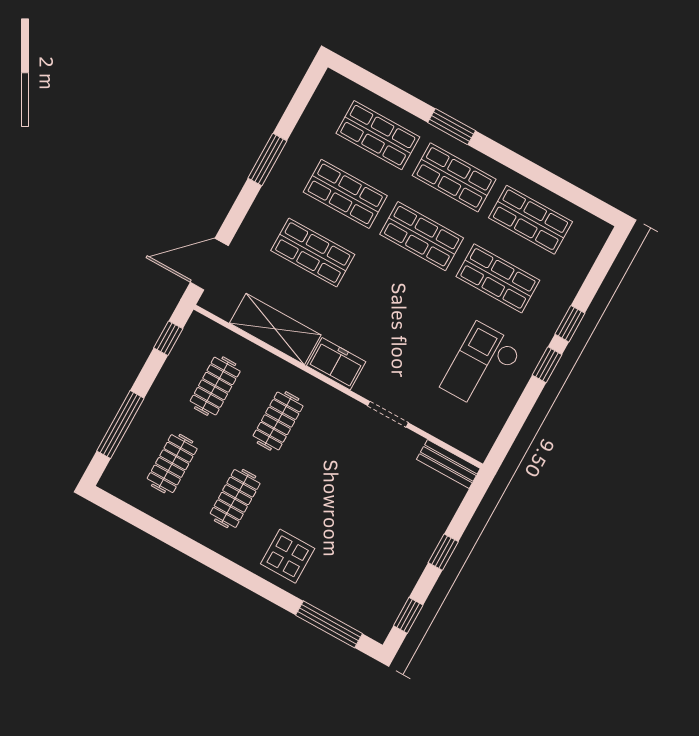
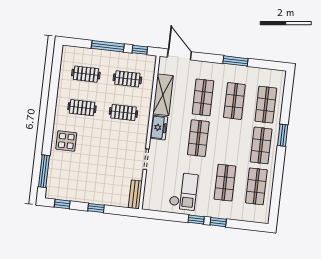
shop shelf: (422, 236) -> (198, 138), moved
checkout: (481, 367) -> (184, 191), turned 90
window: (120, 425) -> (108, 46), moved

